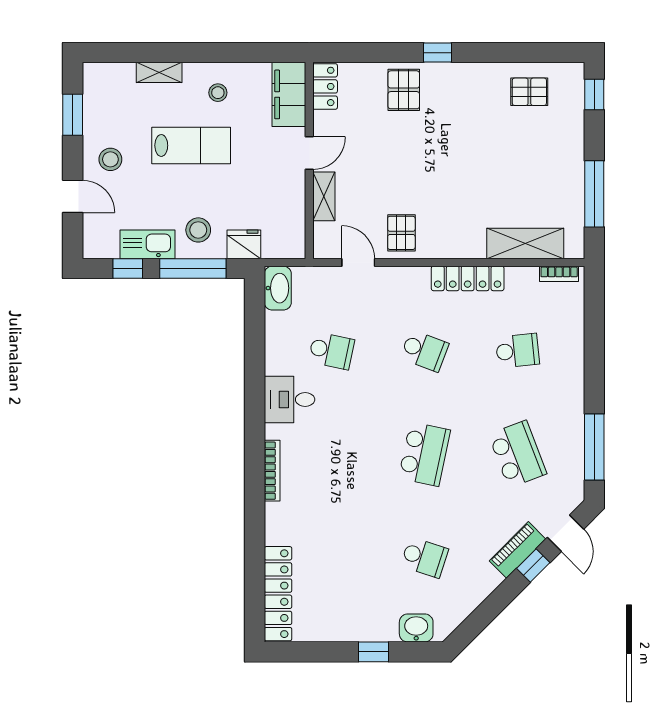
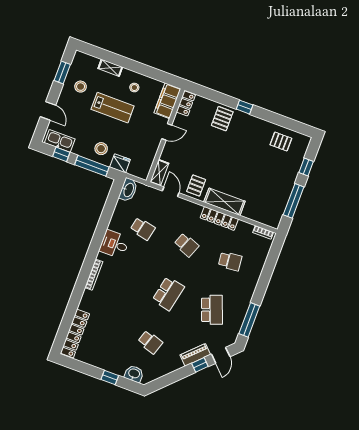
window: (594, 95) -> (306, 167), moved
stool: (110, 159) -> (81, 87), moved
shelving: (324, 196) -> (159, 173), moved
shelving: (525, 243) -> (224, 202), moved
kitchen sink: (147, 244) -> (60, 141), moved

